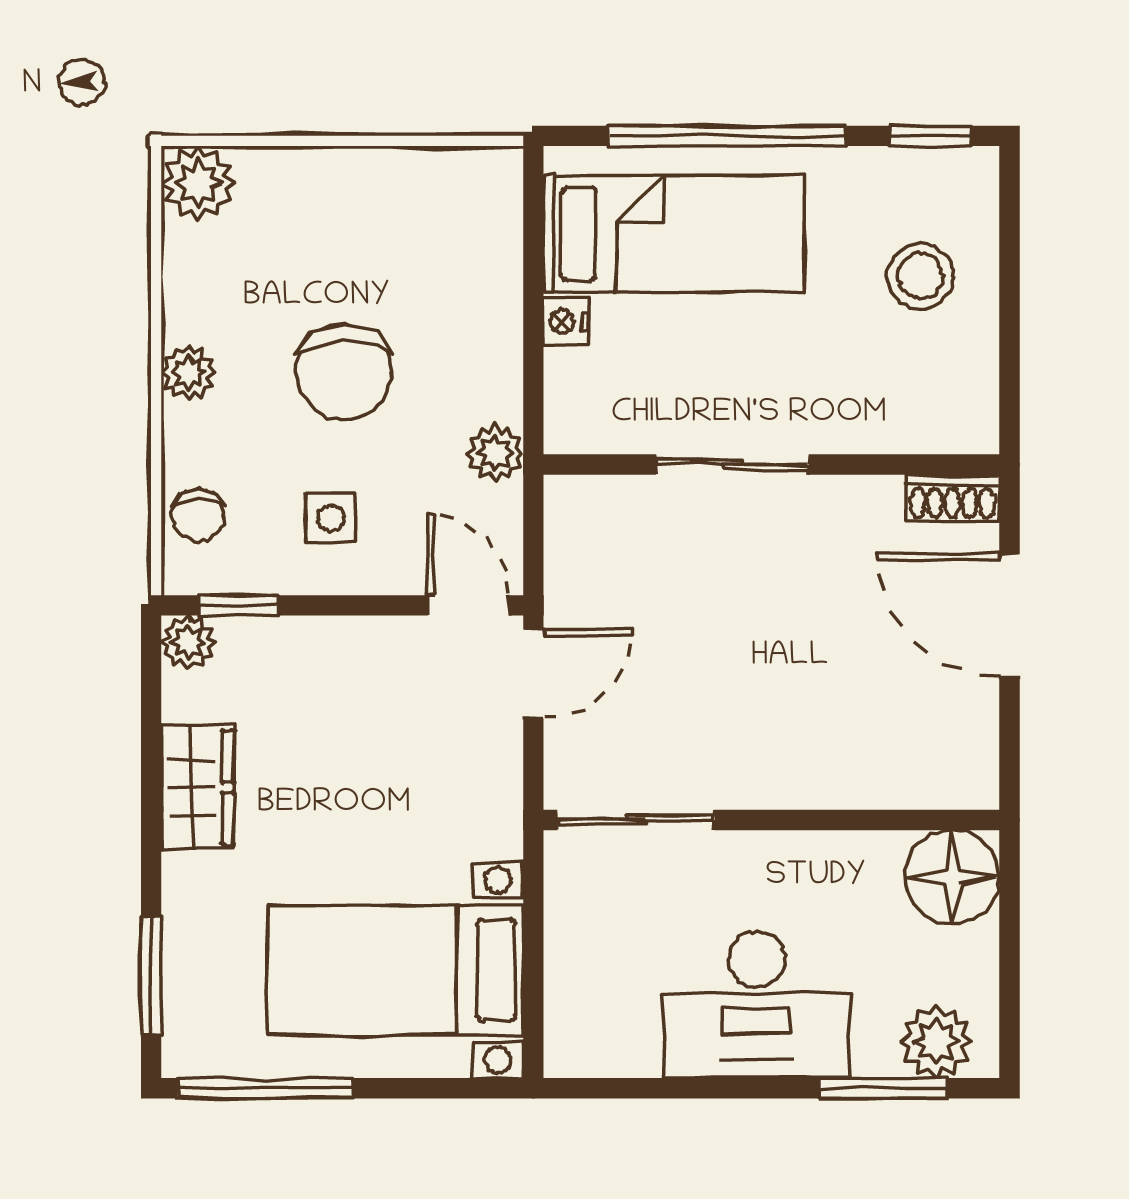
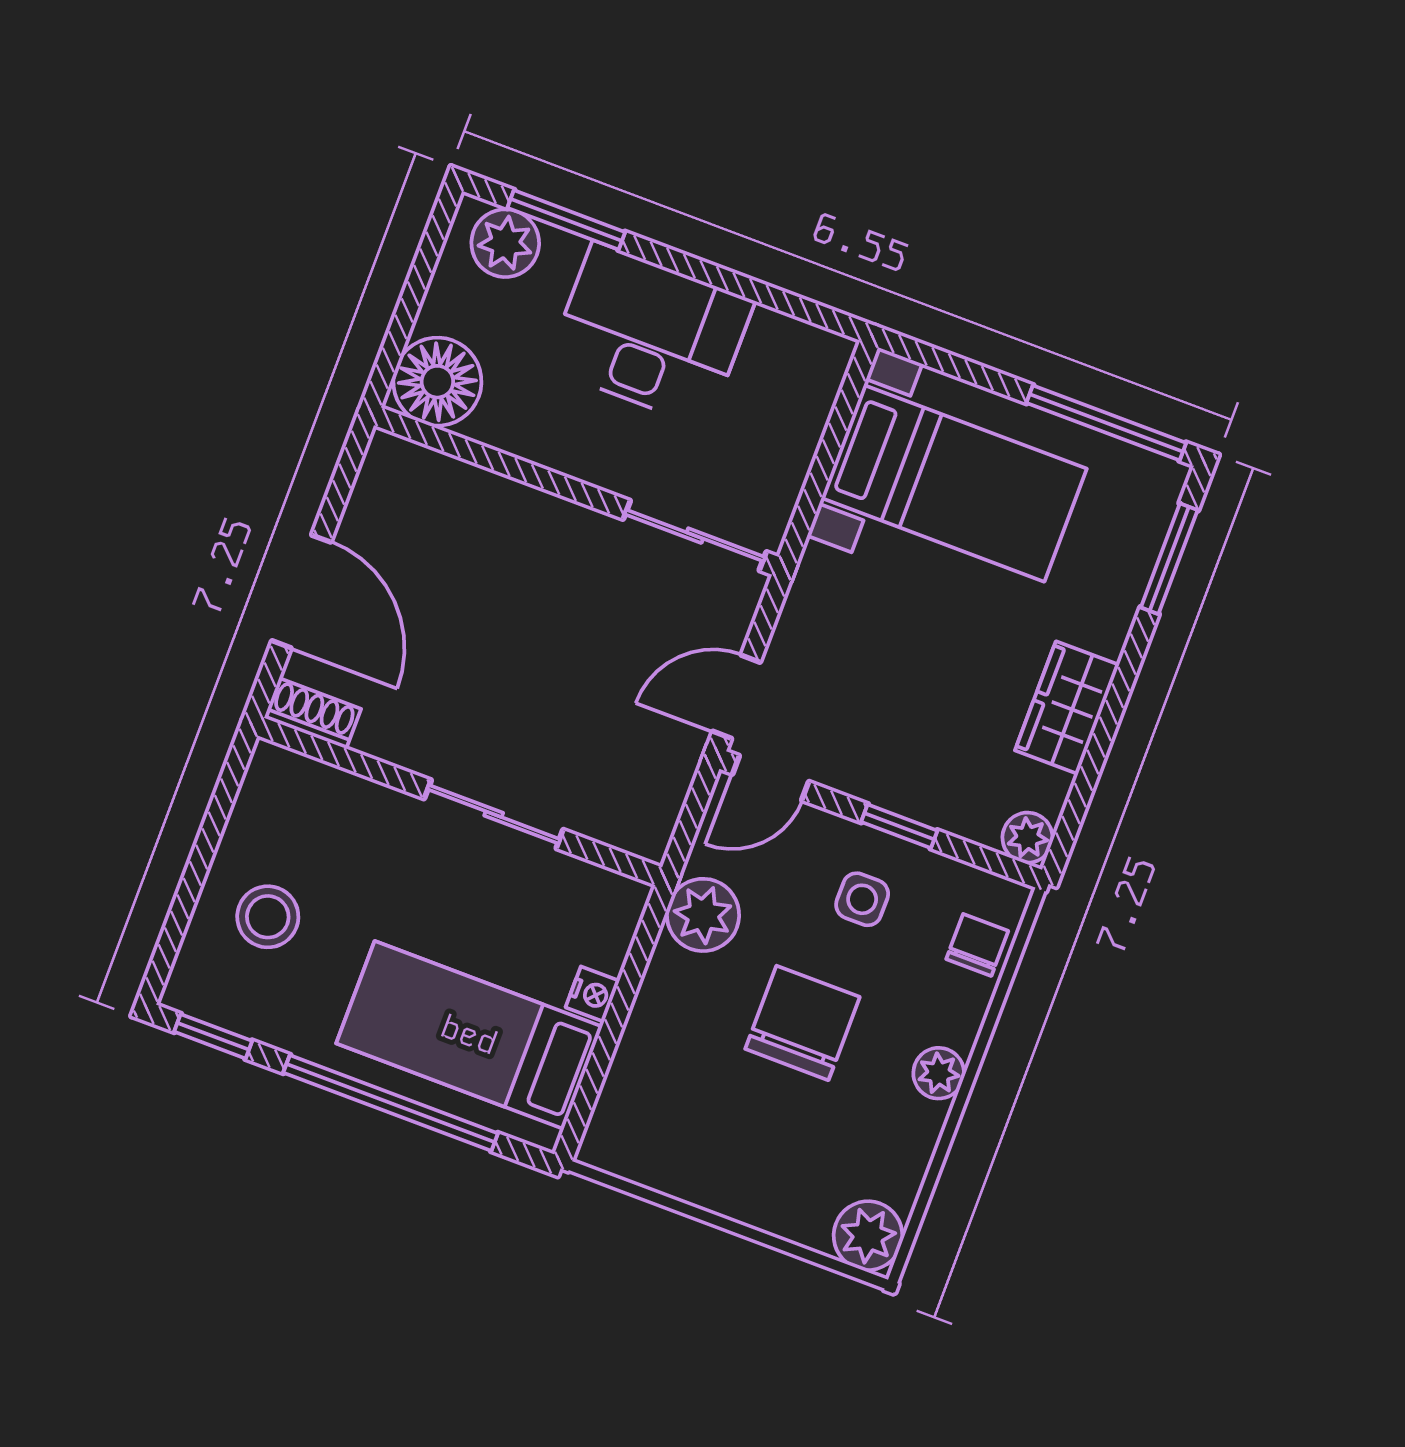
plant: (495, 453) -> (703, 915), width x1.38, depth x1.38
window: (239, 605) -> (899, 826), moved
door: (468, 605) -> (771, 778), hinge flipped

